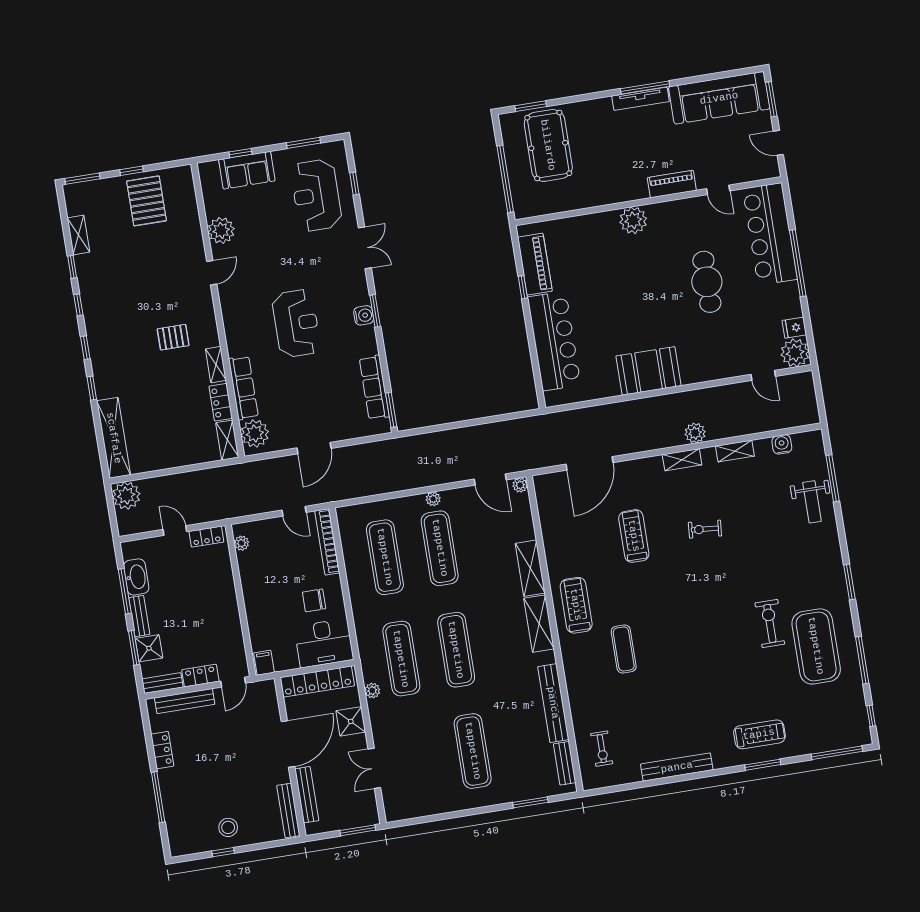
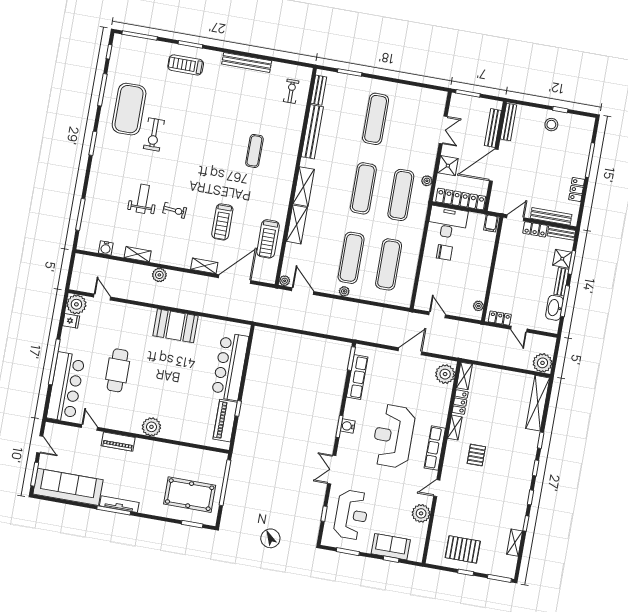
pool table: (548, 145) -> (190, 495), turned 90
pallet: (147, 201) -> (463, 549), turned 90
reception desk: (296, 323) -> (393, 436), width x1.36, depth x1.30
pallet: (173, 337) -> (476, 455), turned 90
row of seats: (243, 388) -> (435, 448), moved
shelving: (682, 460) -> (204, 266), moved
weight bench: (812, 502) -> (143, 199), moved
bookcase: (327, 542) -> (423, 287), removed
treadmill: (576, 605) -> (268, 239), moved

